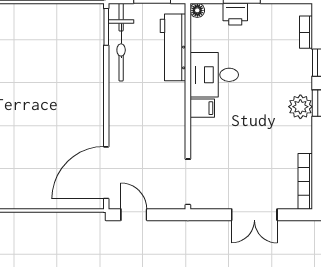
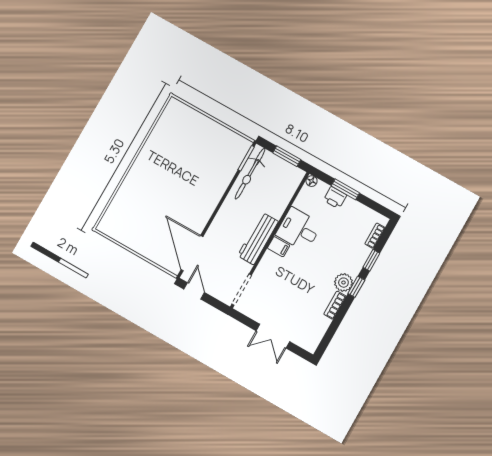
workbench: (173, 47) -> (258, 239), moved
door: (106, 173) -> (192, 253), hinge flipped
bookcase: (305, 181) -> (335, 305), moved, width x0.64

